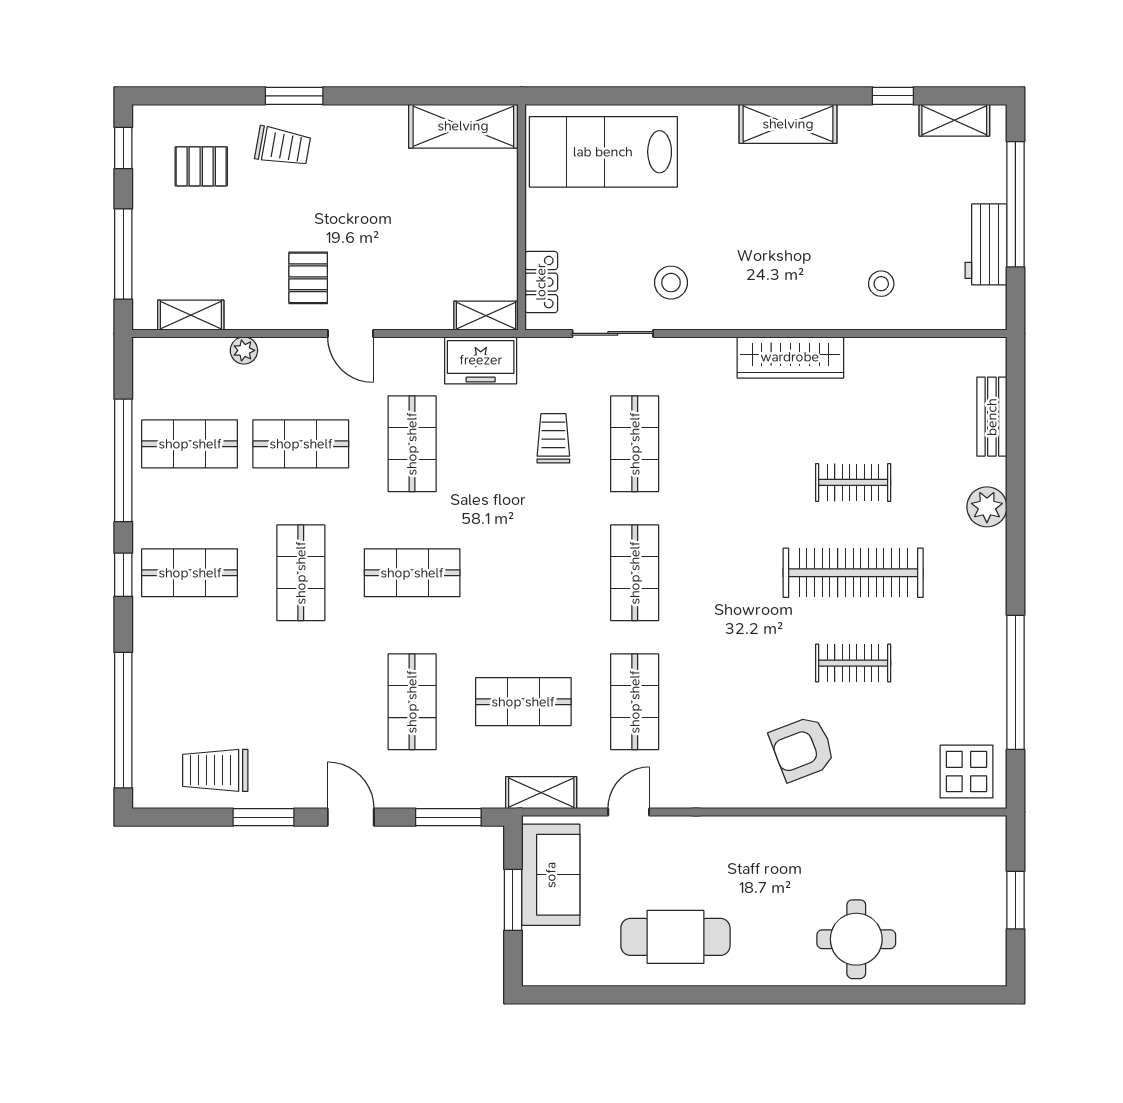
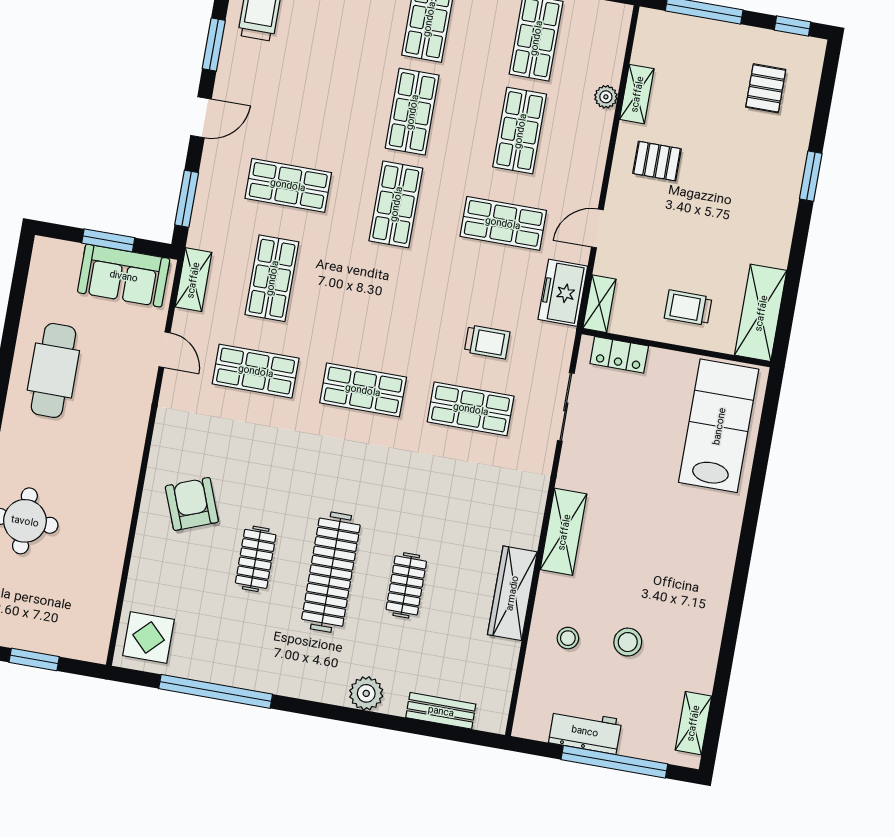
window: (893, 96) -> (723, 675), removed
shelving: (788, 124) -> (564, 532), moved
trolley: (283, 146) -> (688, 308), moved, turned 80
stool: (671, 283) -> (628, 642), moved
shelving: (191, 315) -> (637, 94), moved
door: (350, 333) -> (597, 228), moved
wardrobe: (790, 357) -> (512, 593), moved
shop shelf: (301, 573) -> (412, 112), turned 90

